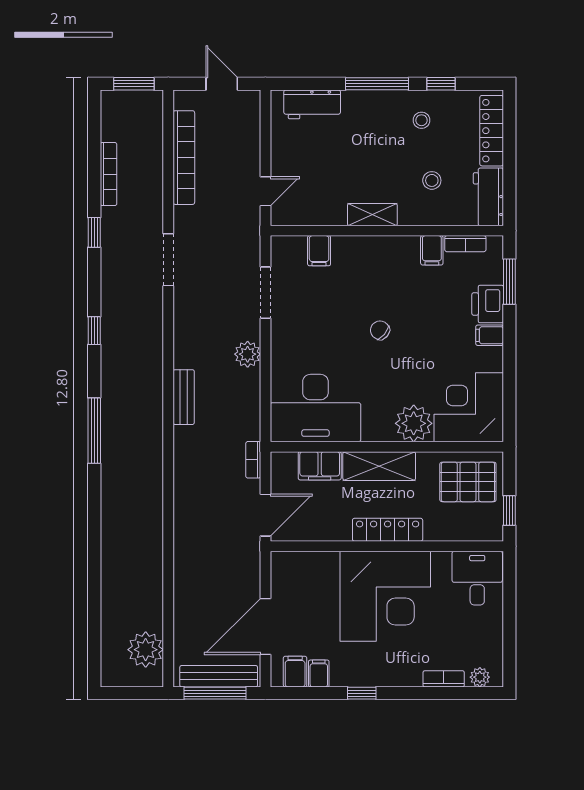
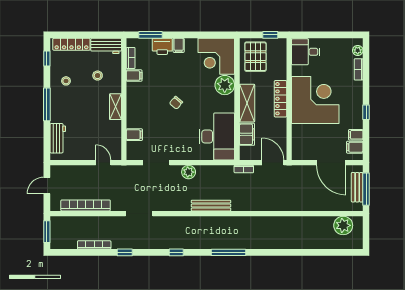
window: (441, 84) -> (47, 58), moved
bench: (184, 397) -> (211, 206), width x1.36
bench: (219, 676) -> (357, 187), width x0.73

